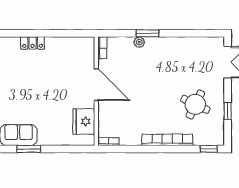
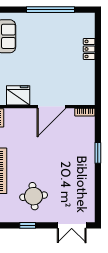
plant: (139, 42) -> (90, 145), removed
round table: (195, 104) -> (34, 196), turned -31

